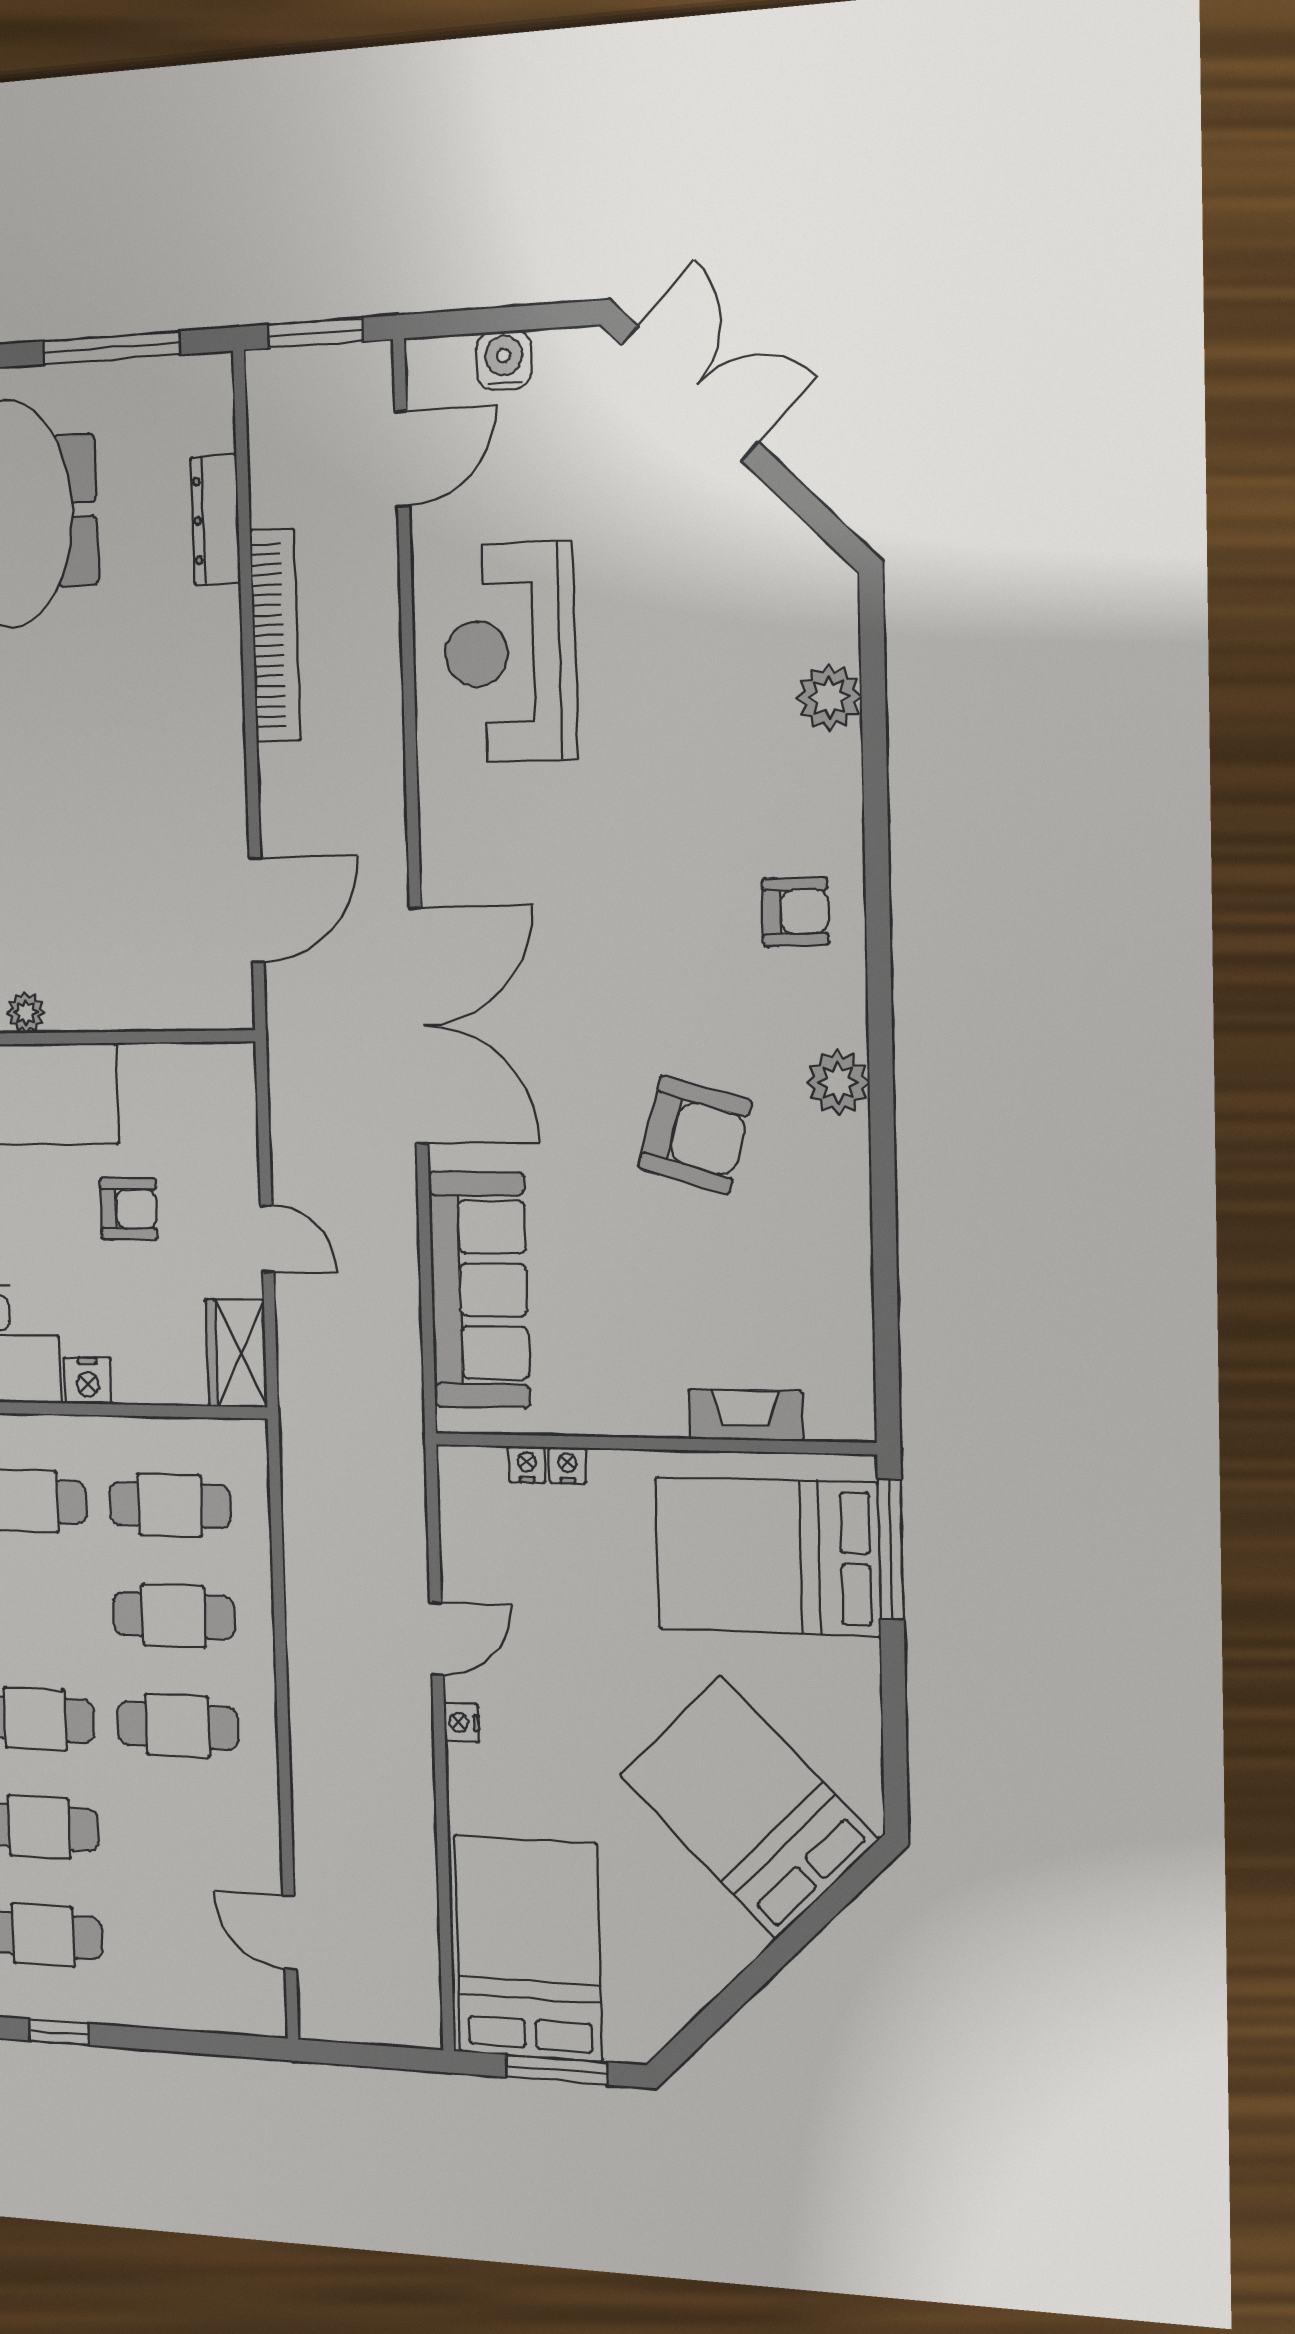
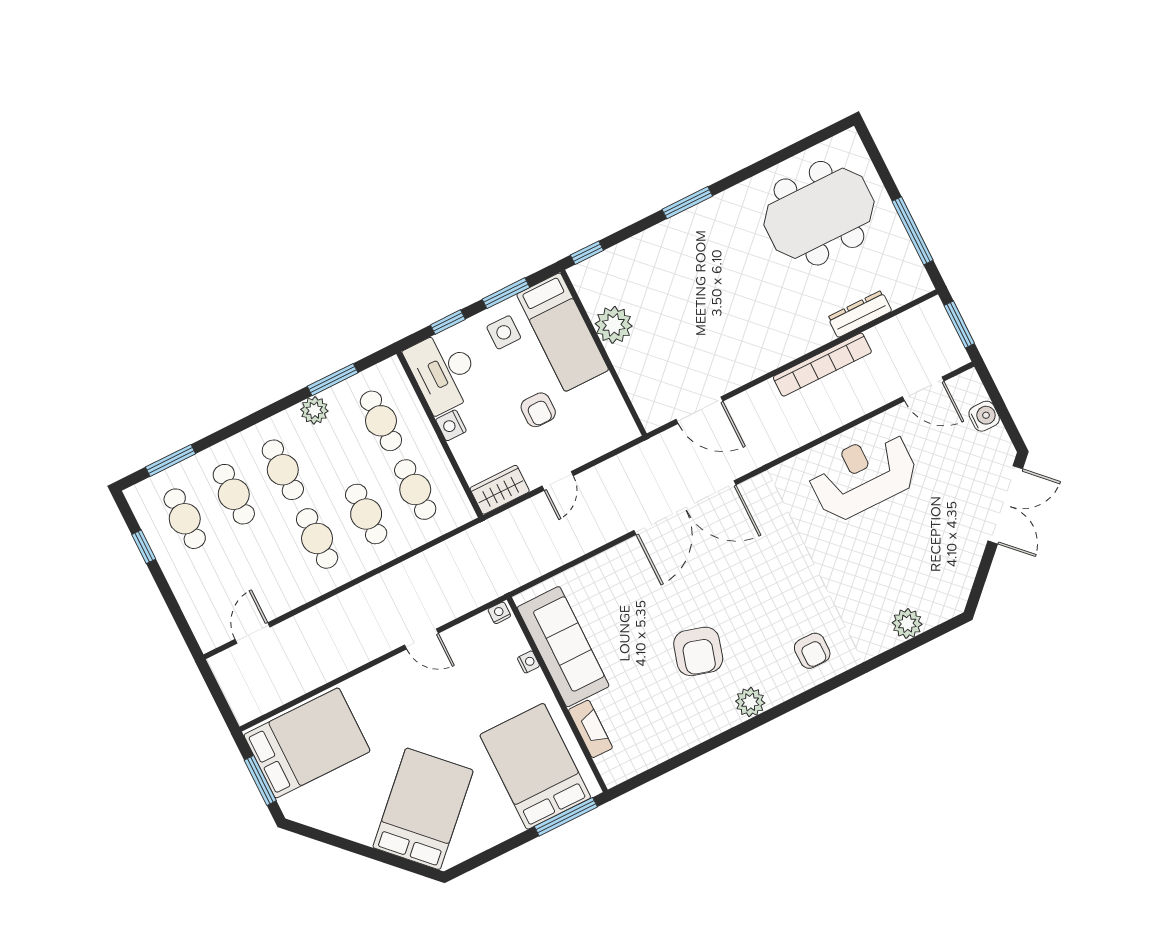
plant: (26, 1013) -> (614, 325), width x1.88, depth x1.88
sofa: (479, 1290) -> (563, 647), moved, turned -90
nightstand: (527, 1464) -> (499, 613), moved, turned -90
nightstand: (461, 1722) -> (390, 667), removed

